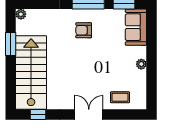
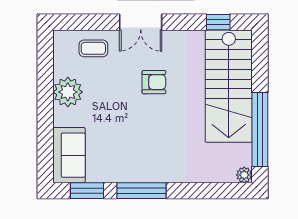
armchair: (84, 30) -> (154, 82), moved
window: (11, 44) -> (260, 129), width x2.11
plant: (141, 64) -> (68, 92), width x1.88, depth x1.88

